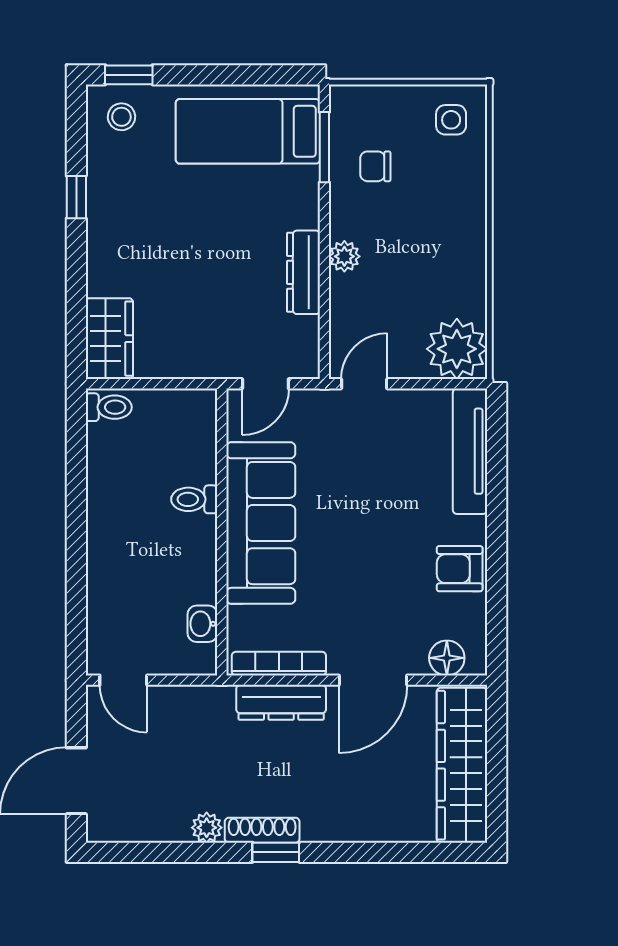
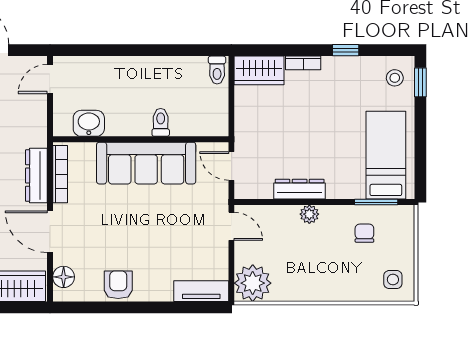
bookcase: (97, 266) -> (303, 63), added
tv unit: (470, 451) -> (201, 291), width x0.71
washbasin: (202, 624) -> (89, 123), width x1.38, depth x1.45

